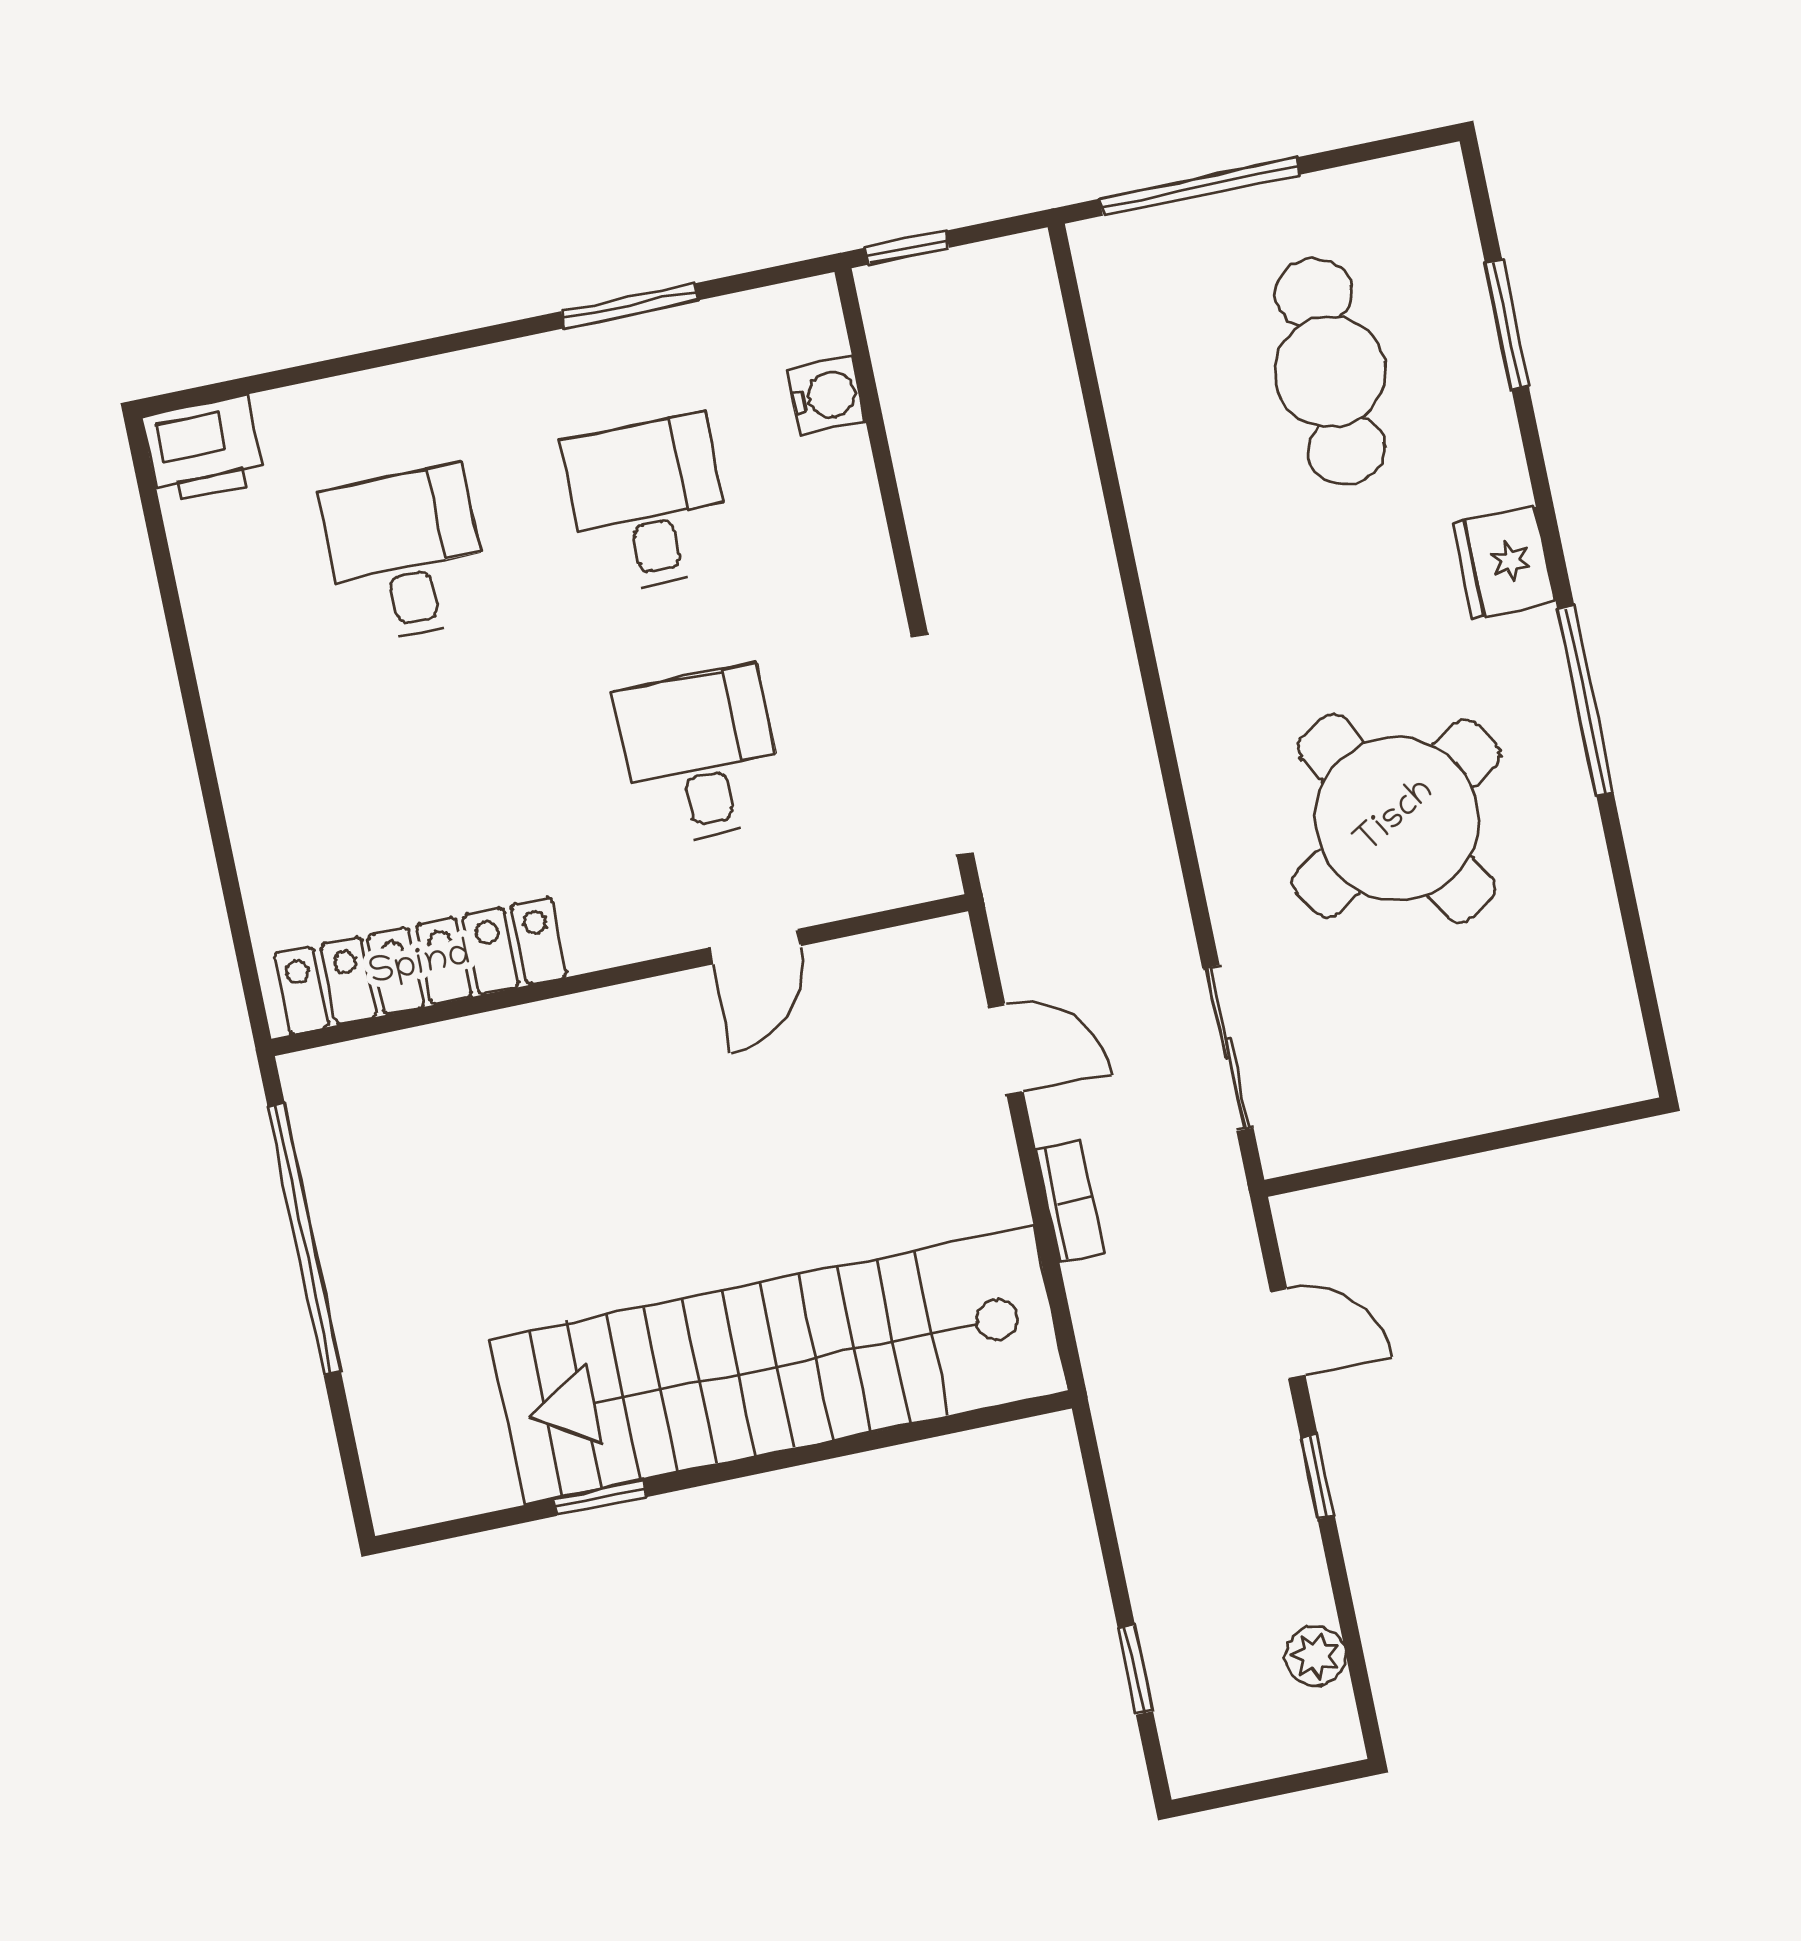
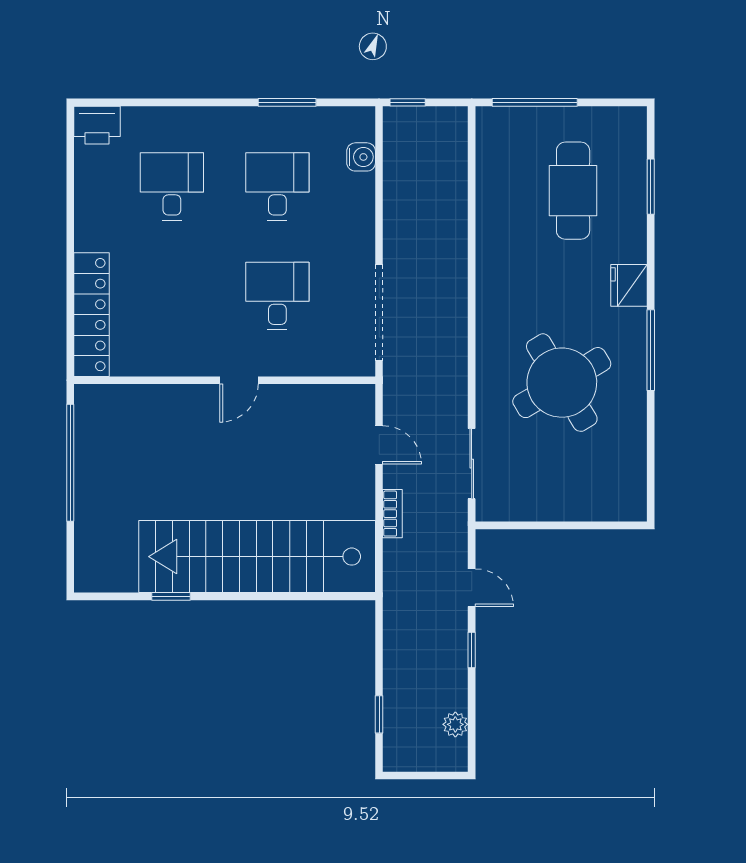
door: (755, 947) -> (239, 380), moved
locker: (420, 966) -> (91, 315), moved, turned 90

